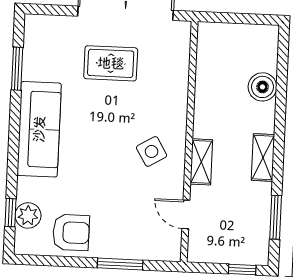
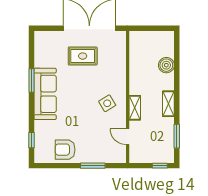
window: (17, 69) -> (32, 80), moved
plant: (28, 215) -> (41, 141), removed
armchair: (71, 232) -> (65, 150), turned 180

